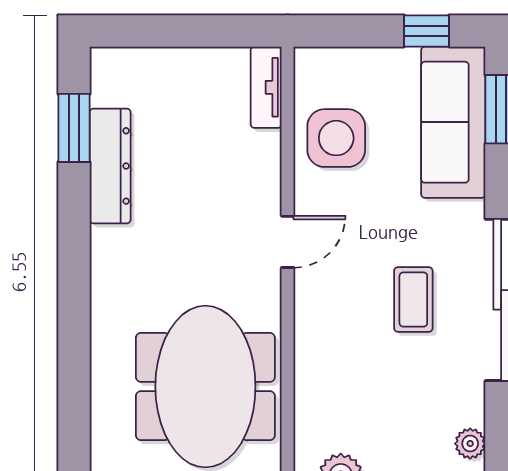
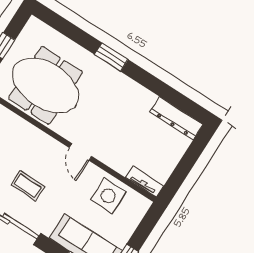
window: (74, 128) -> (111, 57), moved
dresser: (110, 166) -> (176, 118), moved

